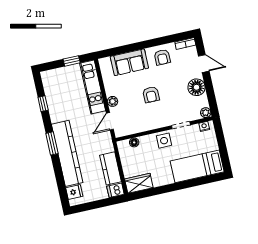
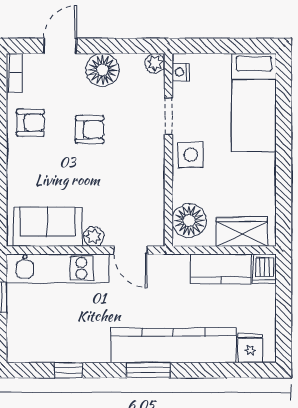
sofa: (129, 62) -> (48, 227), moved, turned -90
armchair: (151, 95) -> (90, 130), moved
floor lamp: (134, 142) -> (189, 221), width x1.89, depth x1.89
wardrobe: (139, 183) -> (242, 232), moved, turned 90

